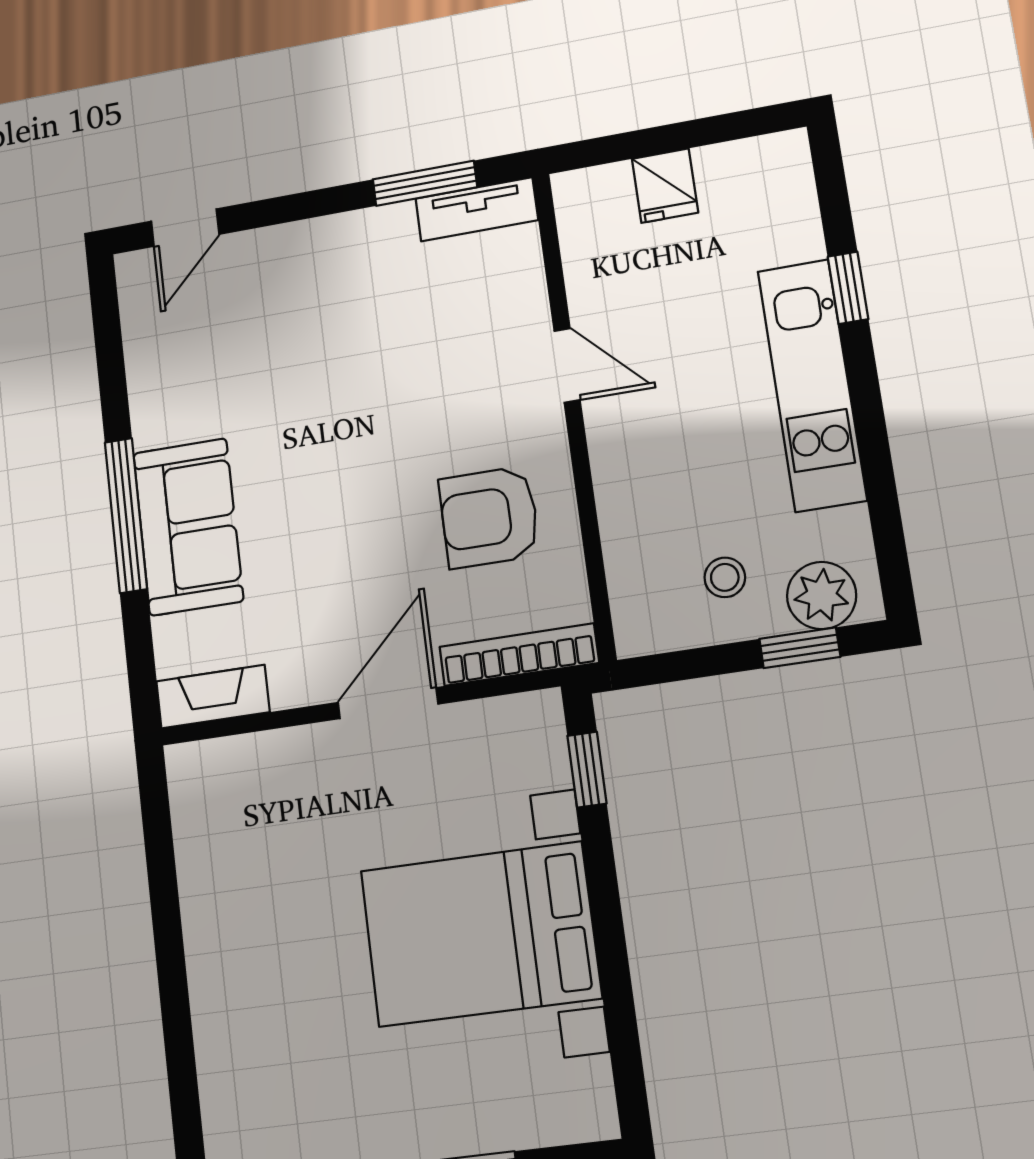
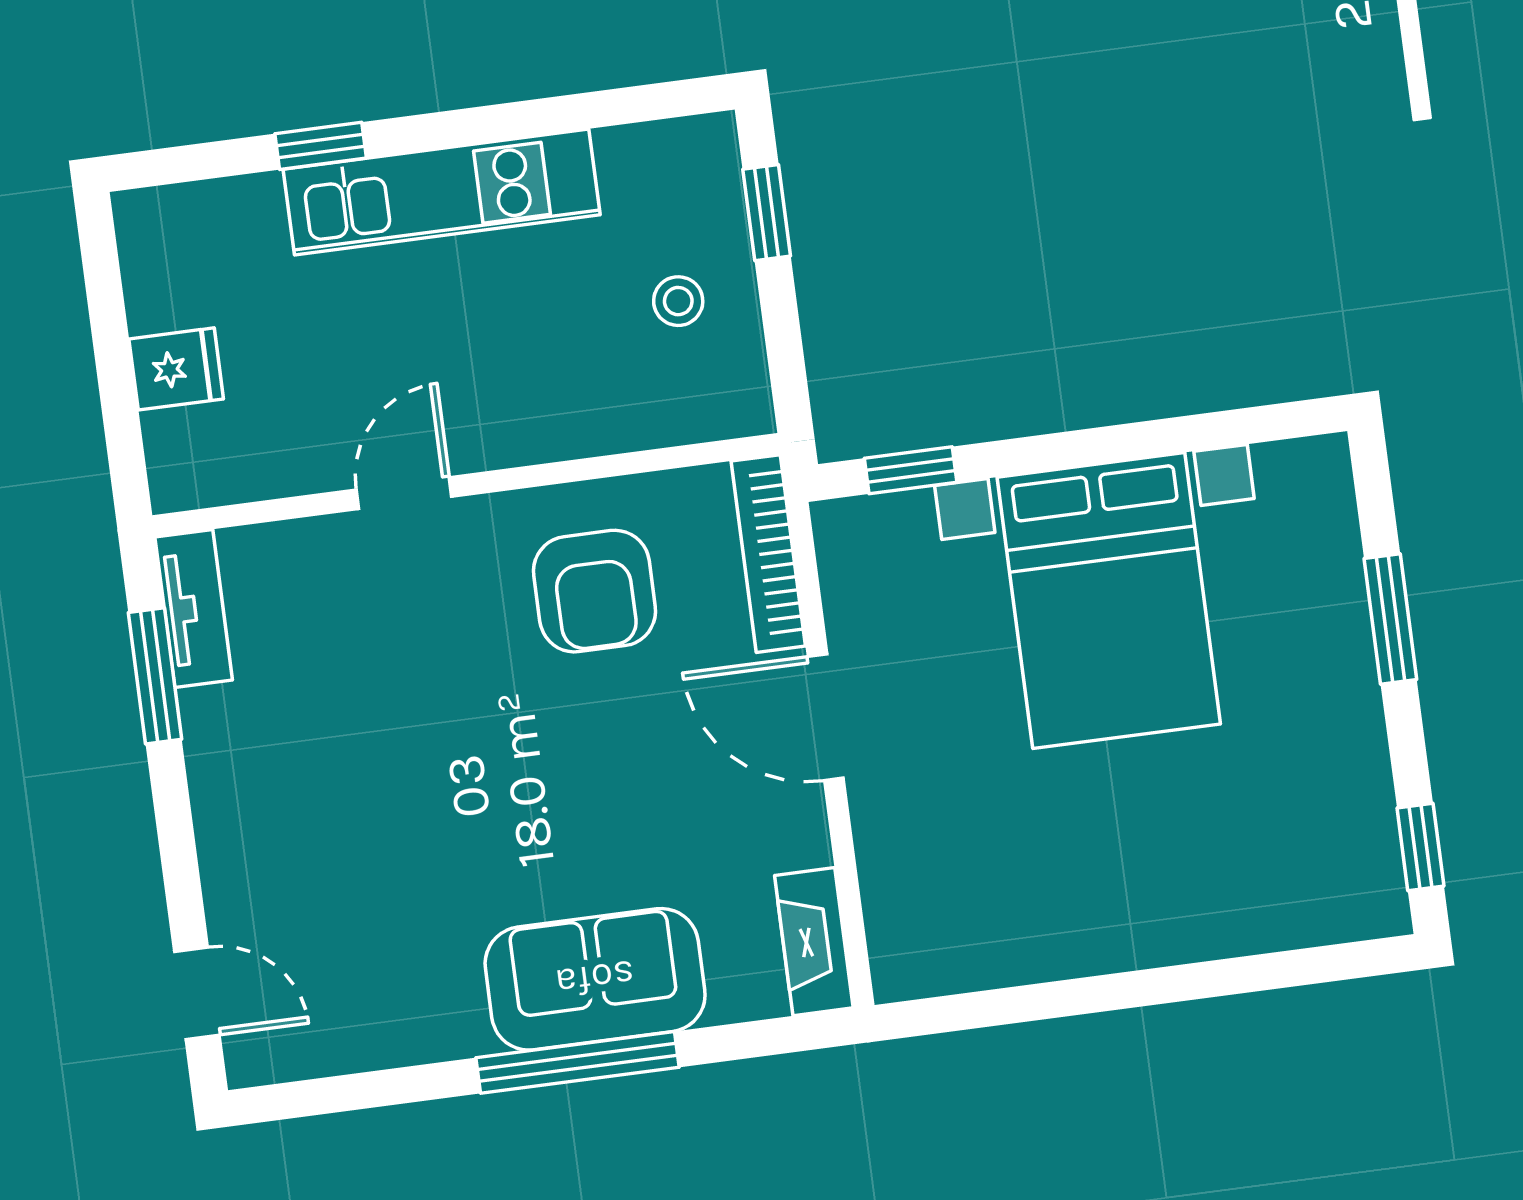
plant: (822, 595) -> (703, 186), removed

